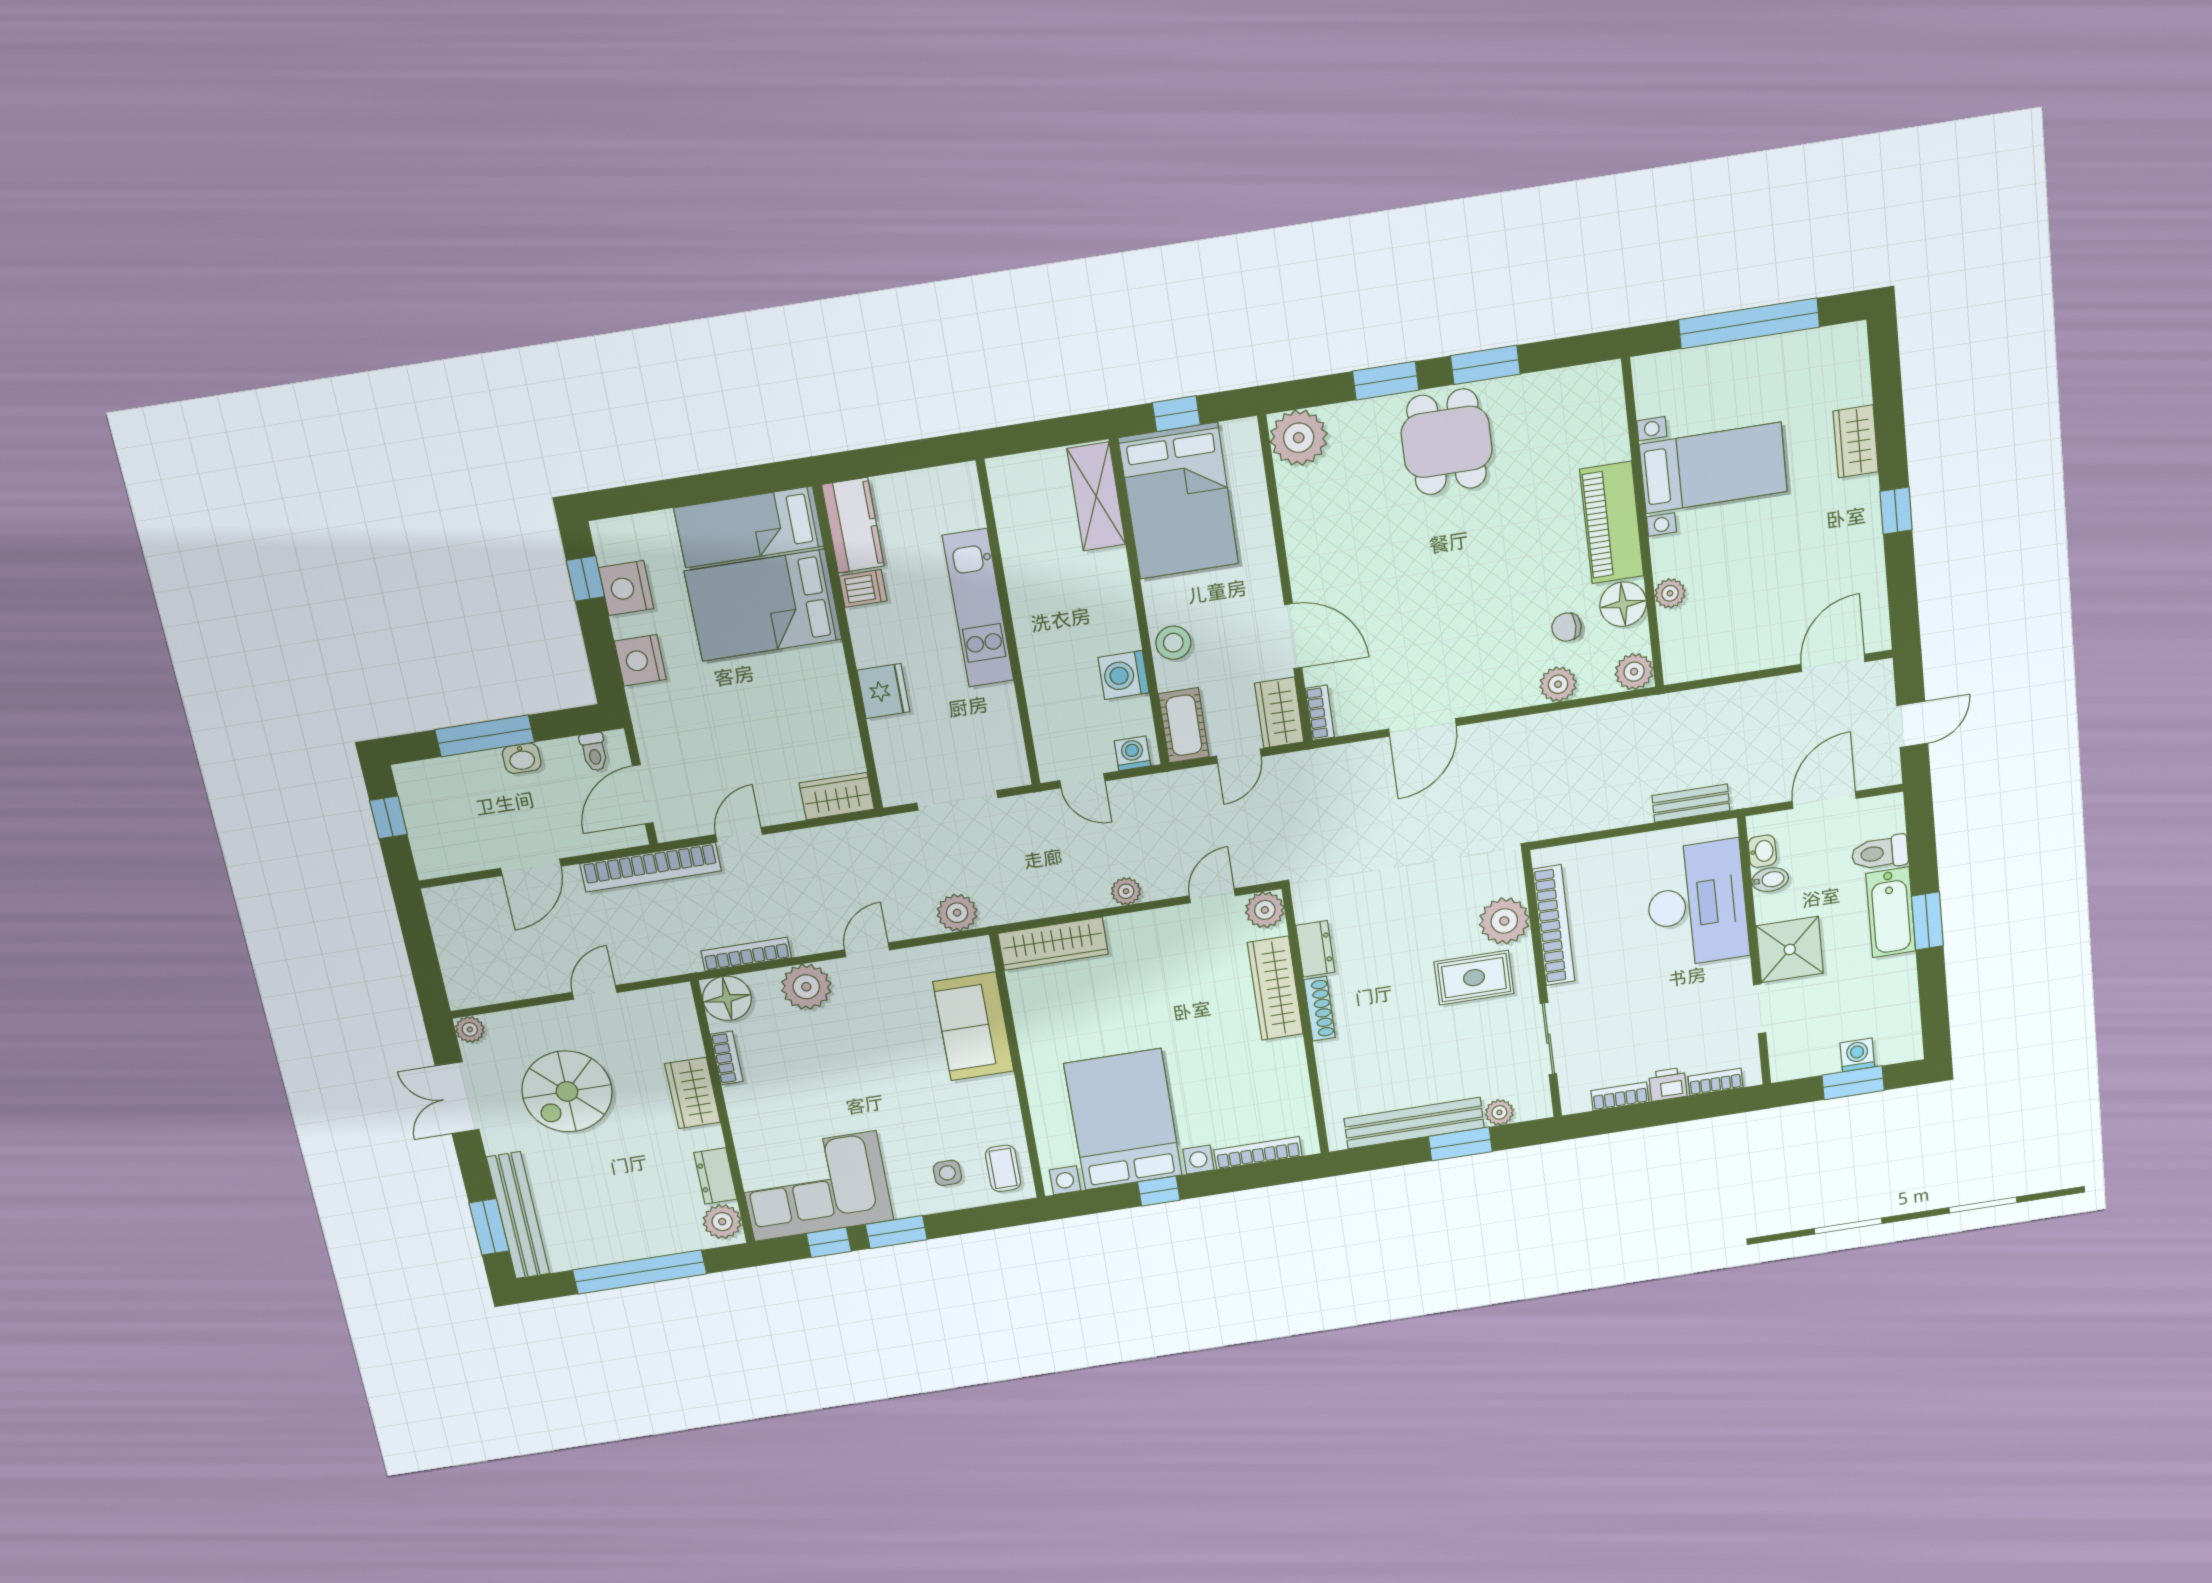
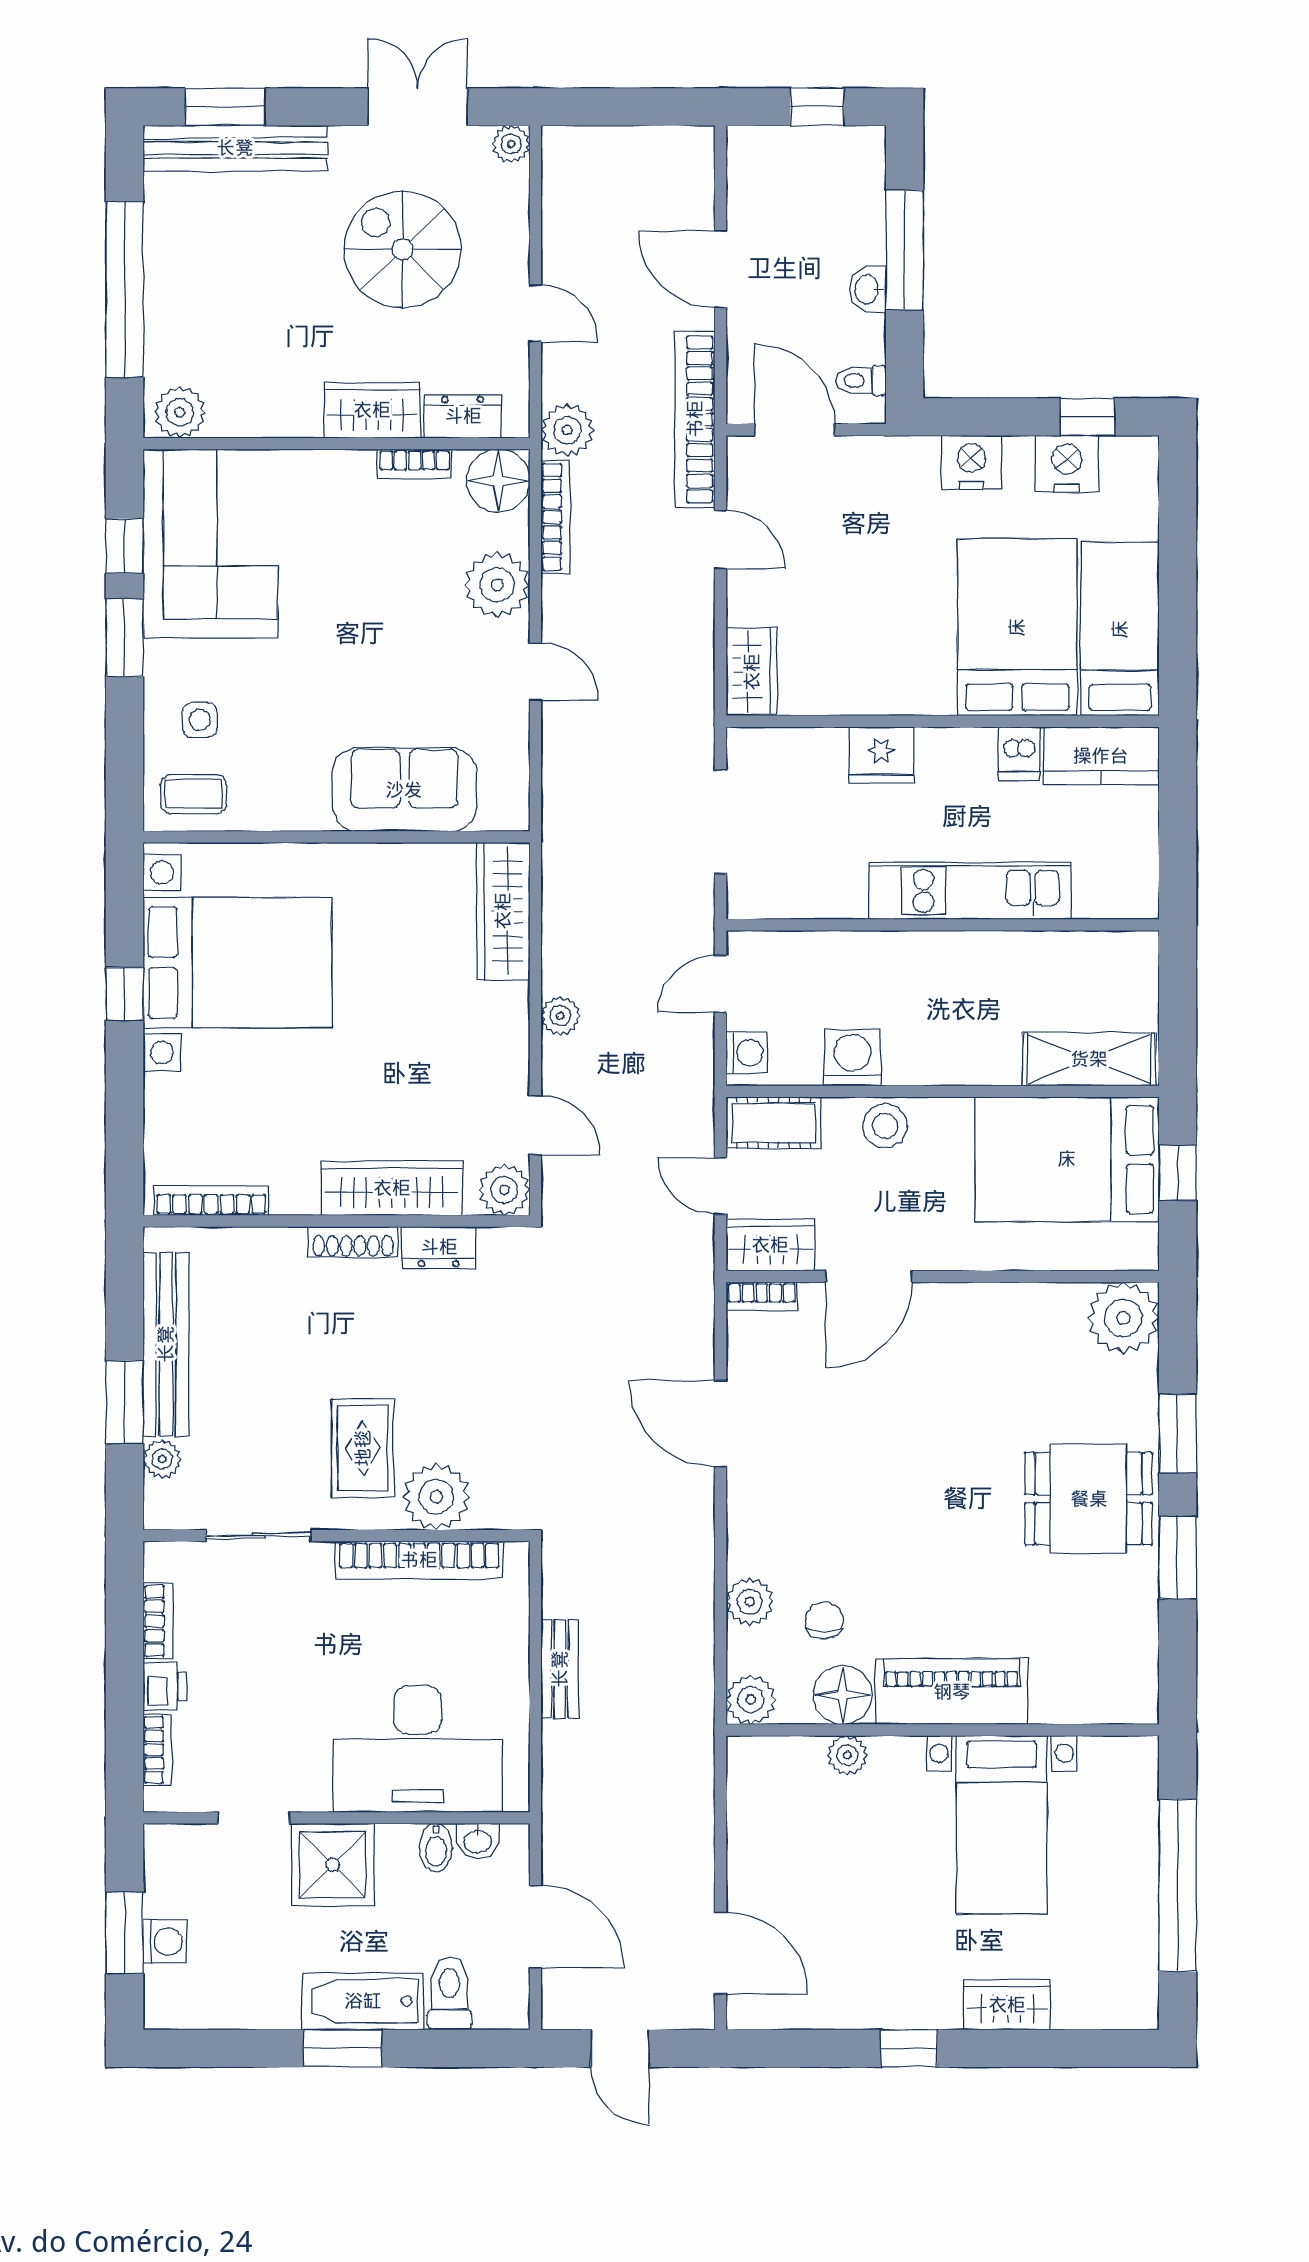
bench: (1691, 803) -> (560, 1669), moved
plant: (957, 913) -> (567, 430), moved
bookcase: (1258, 1153) -> (211, 1201), moved, turned -90
dresser: (715, 1176) -> (463, 416), moved

